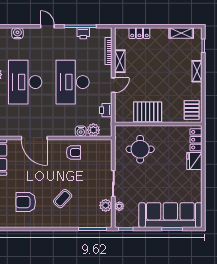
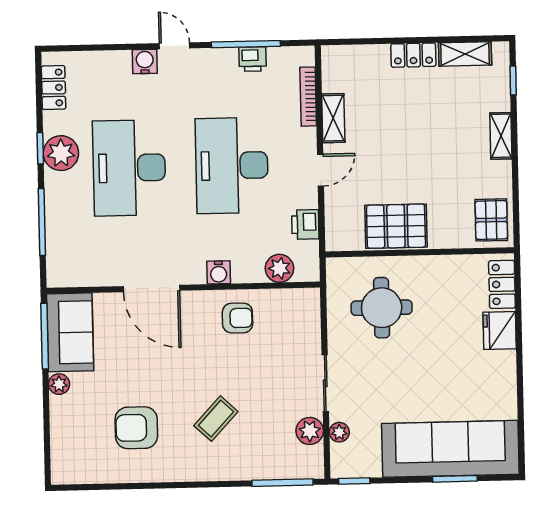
water cooler: (17, 33) -> (145, 62), moved
locker: (139, 33) -> (413, 55), moved
water cooler: (81, 131) -> (219, 272), moved

